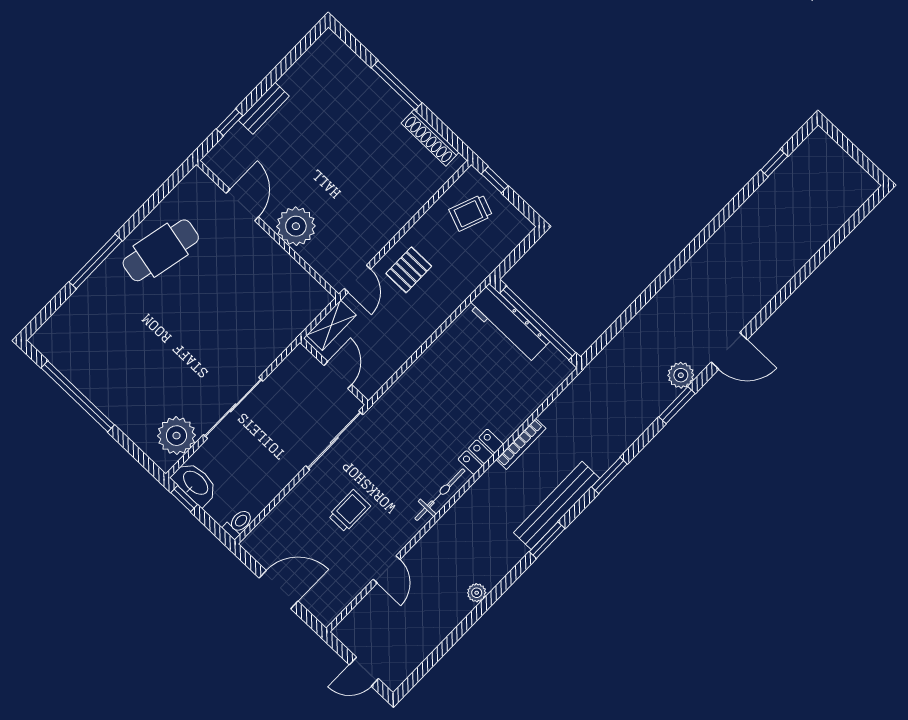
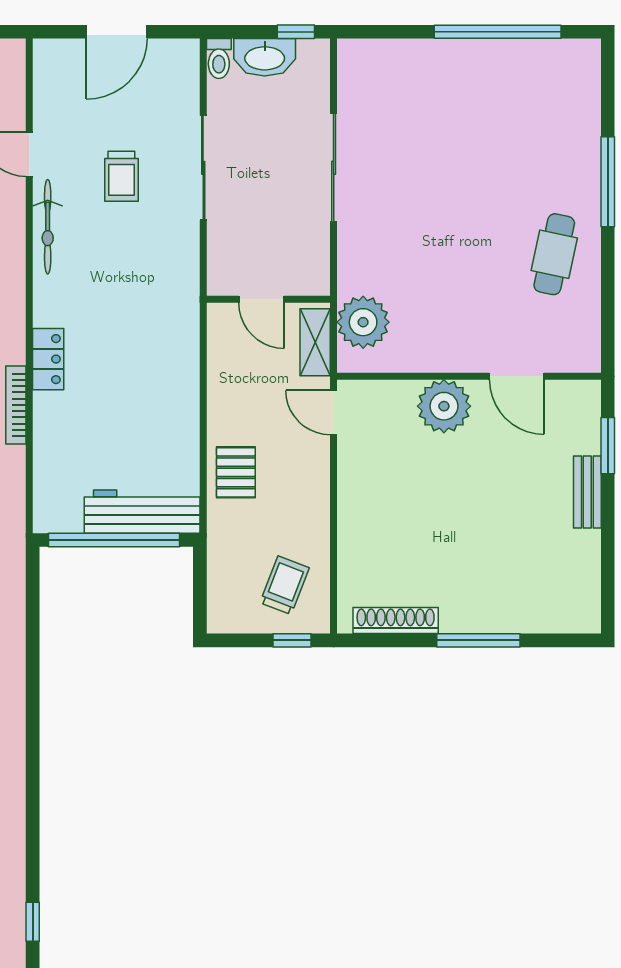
window: (230, 122) -> (608, 446), width x1.50
cafe table: (161, 250) -> (554, 254), width x0.73, depth x0.74
pallet: (409, 270) -> (236, 472), moved
plant: (176, 436) -> (363, 322), moved
sliding door: (334, 440) -> (203, 168), moved
washbasin: (195, 483) -> (265, 57), moved
bicycle: (440, 495) -> (48, 227), moved

